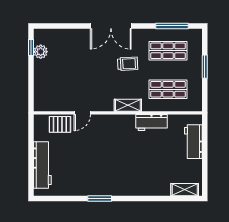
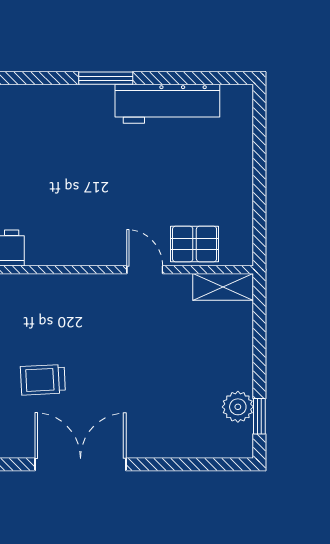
shelving: (128, 105) -> (223, 287), moved
door: (82, 113) -> (145, 270), hinge flipped
workbench: (42, 165) -> (167, 104), moved, turned -90

